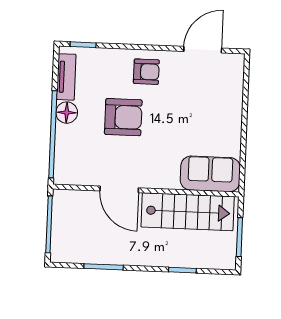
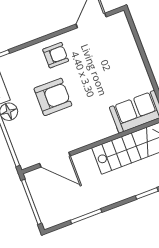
door: (119, 189) -> (55, 160), moved

